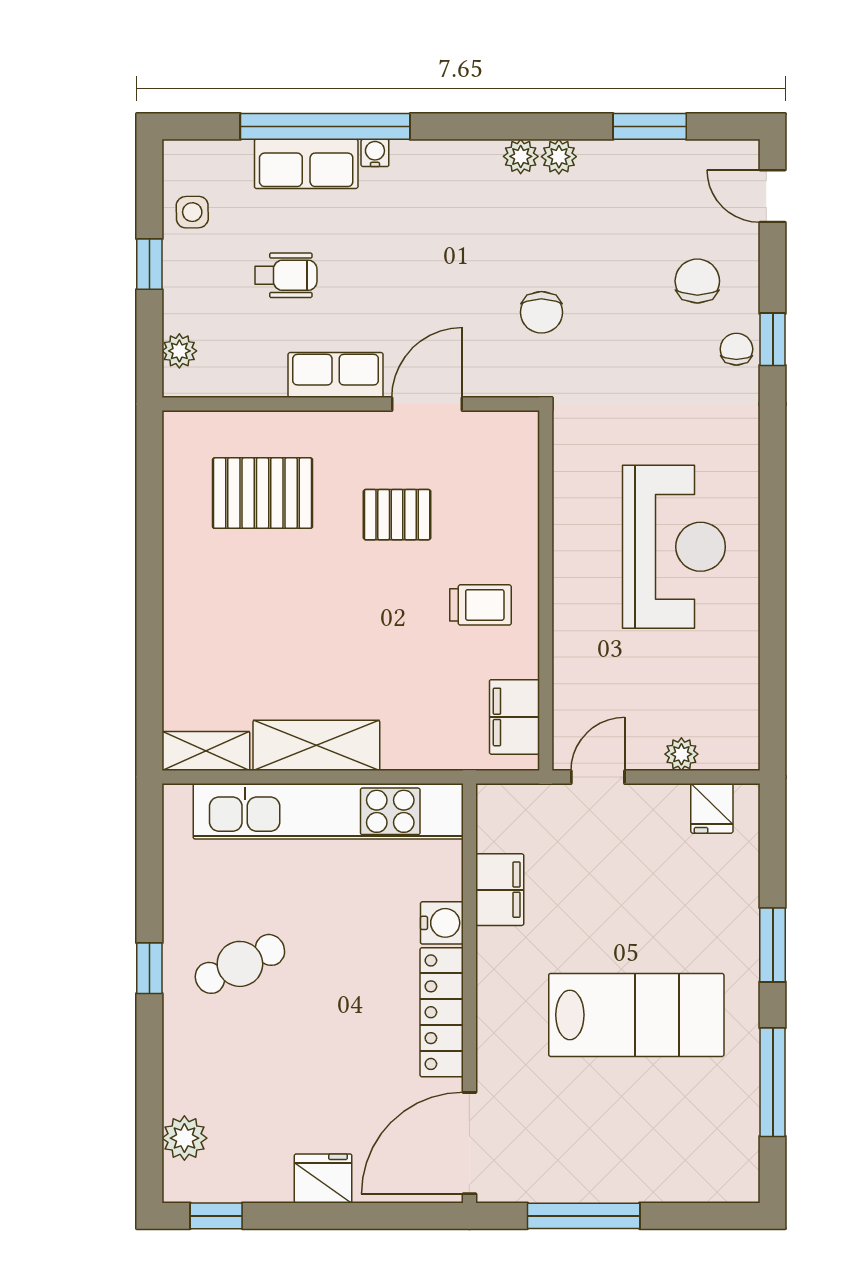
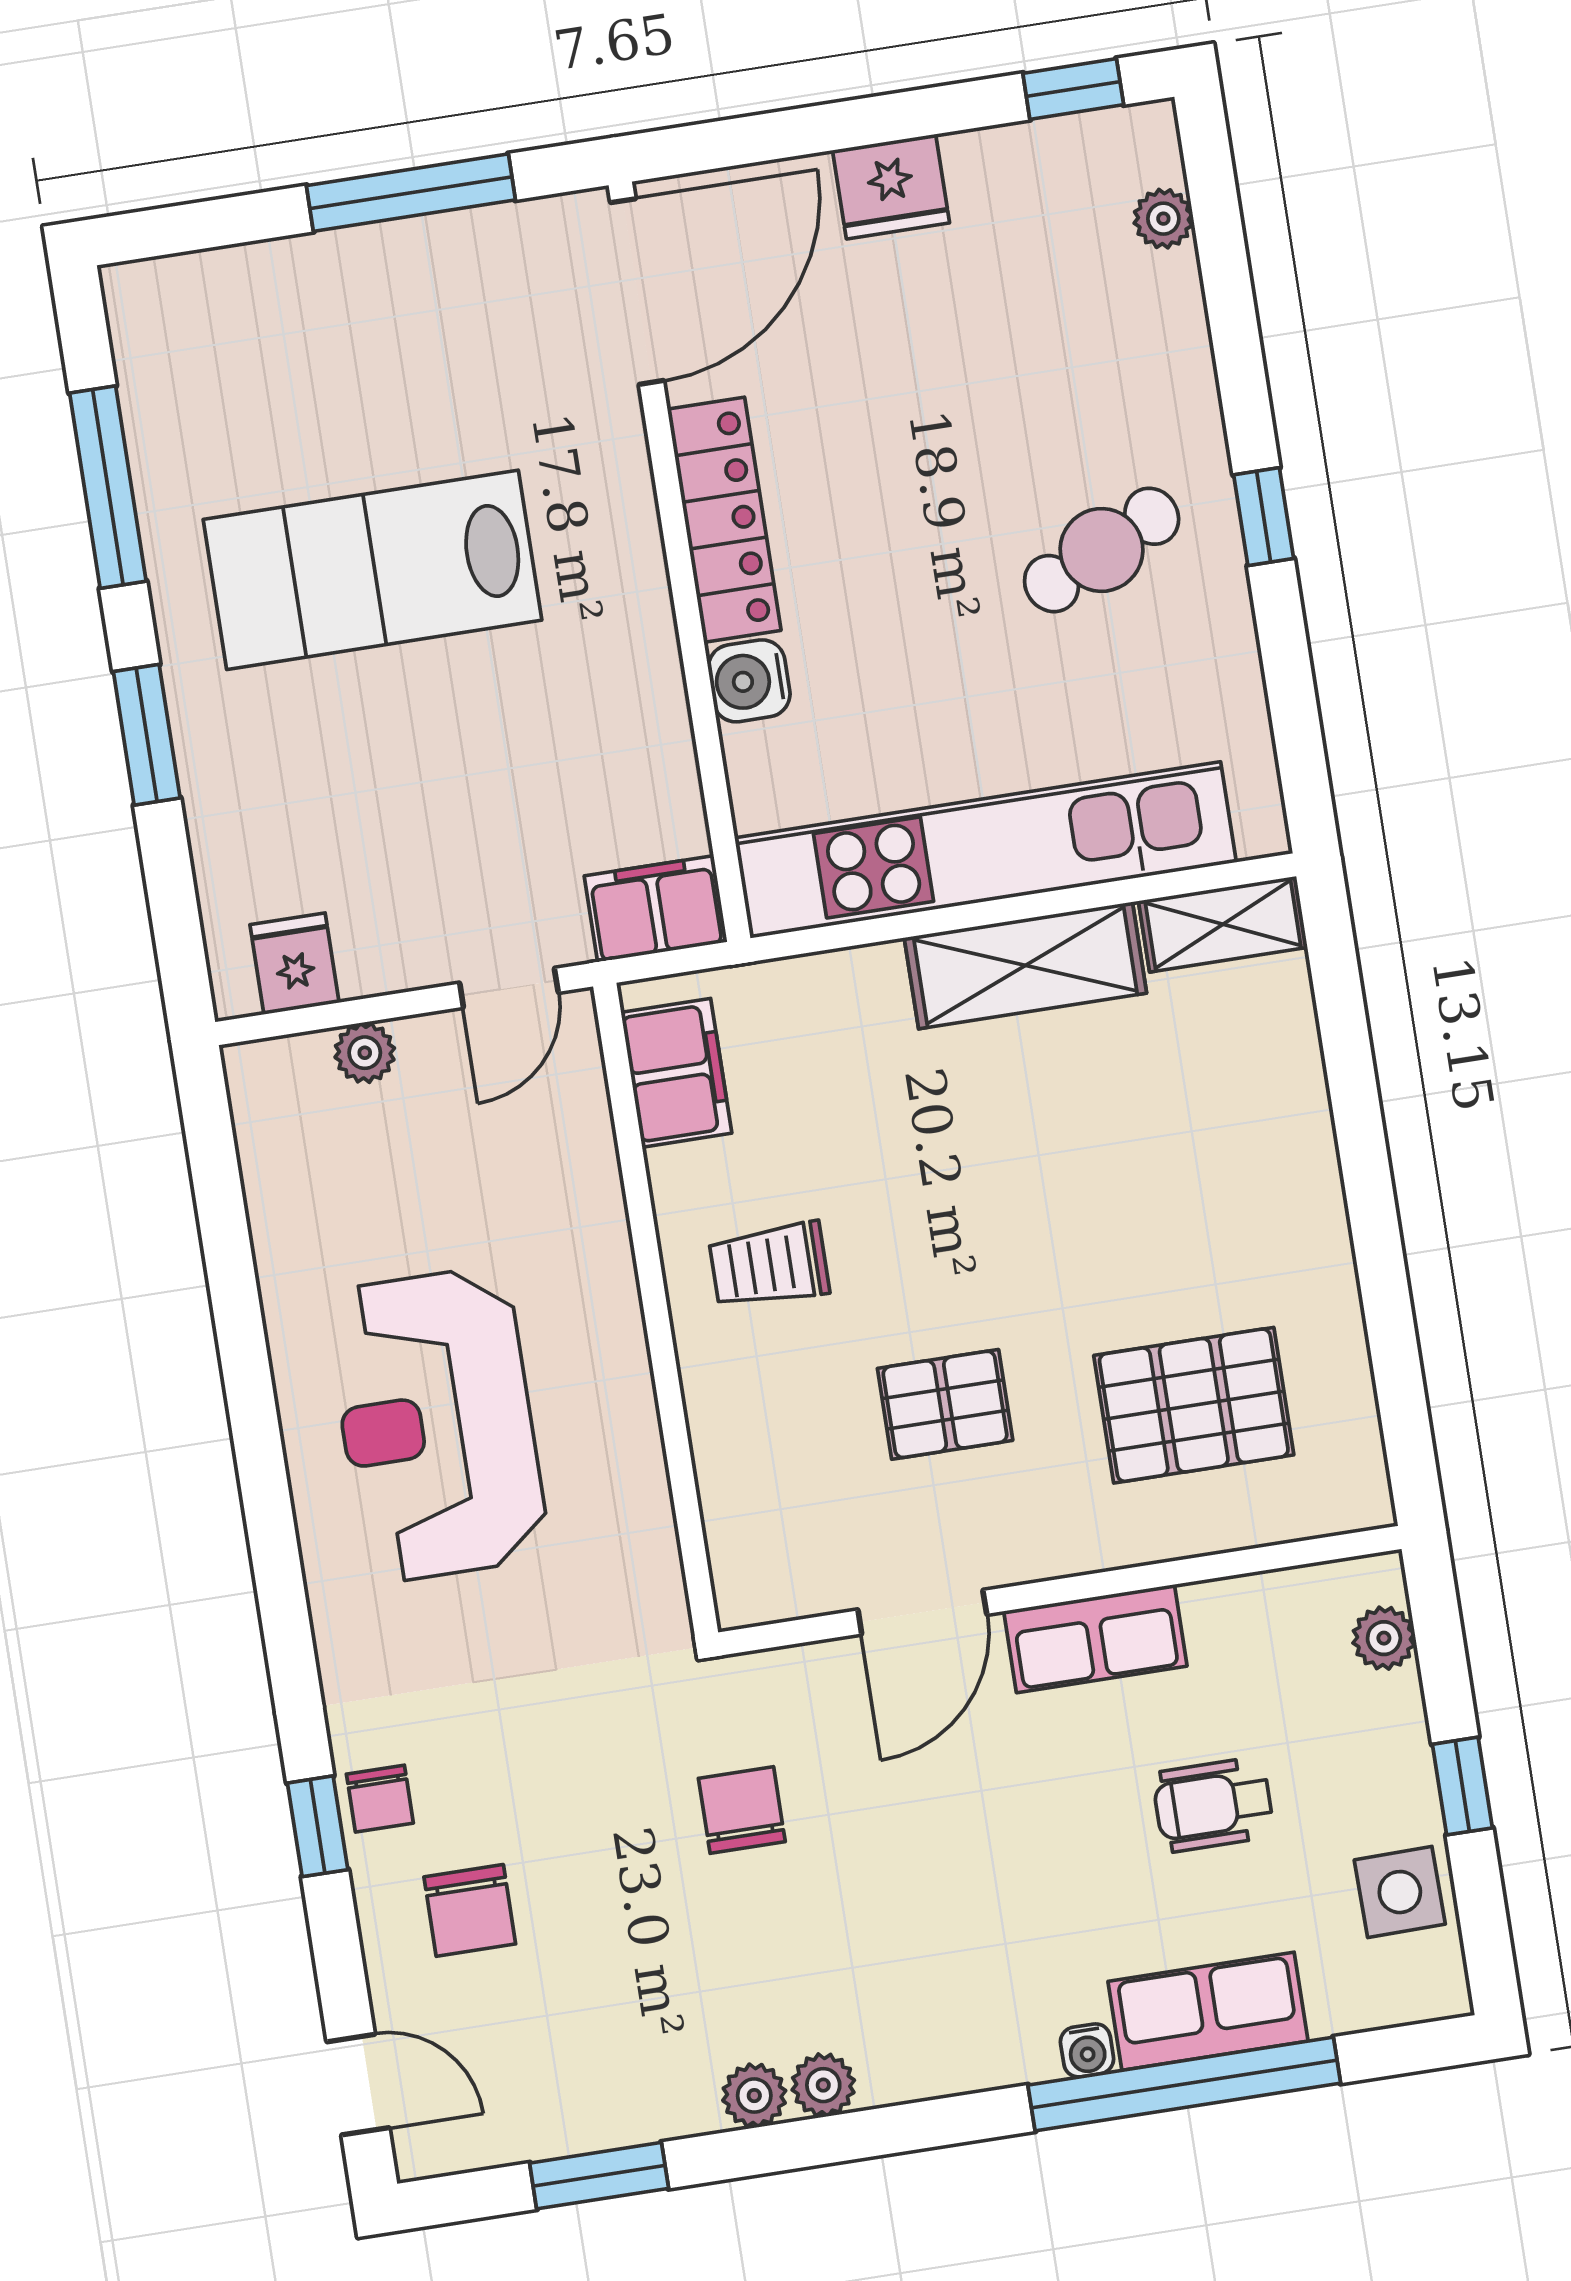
side table: (192, 212) -> (1400, 1892), width x1.37, depth x1.37
filing cabinet: (500, 890) -> (656, 909), moved, turned 90
plant: (184, 1138) -> (1163, 219), width x0.73, depth x0.73

